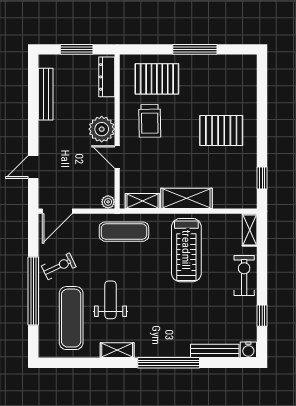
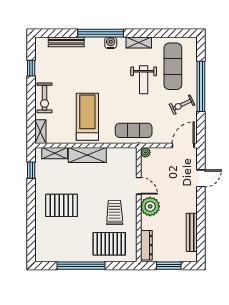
window: (195, 49) -> (81, 266), width x1.46
shelving: (143, 201) -> (55, 153), moved
water cooler: (248, 350) -> (111, 43), moved

